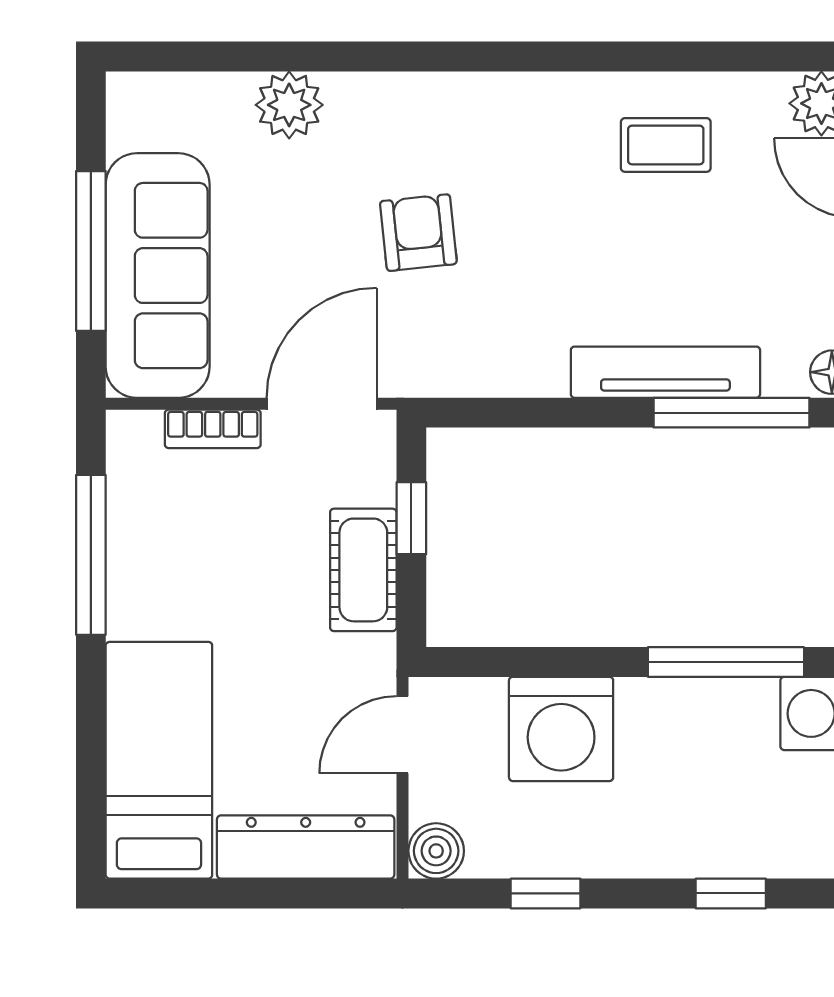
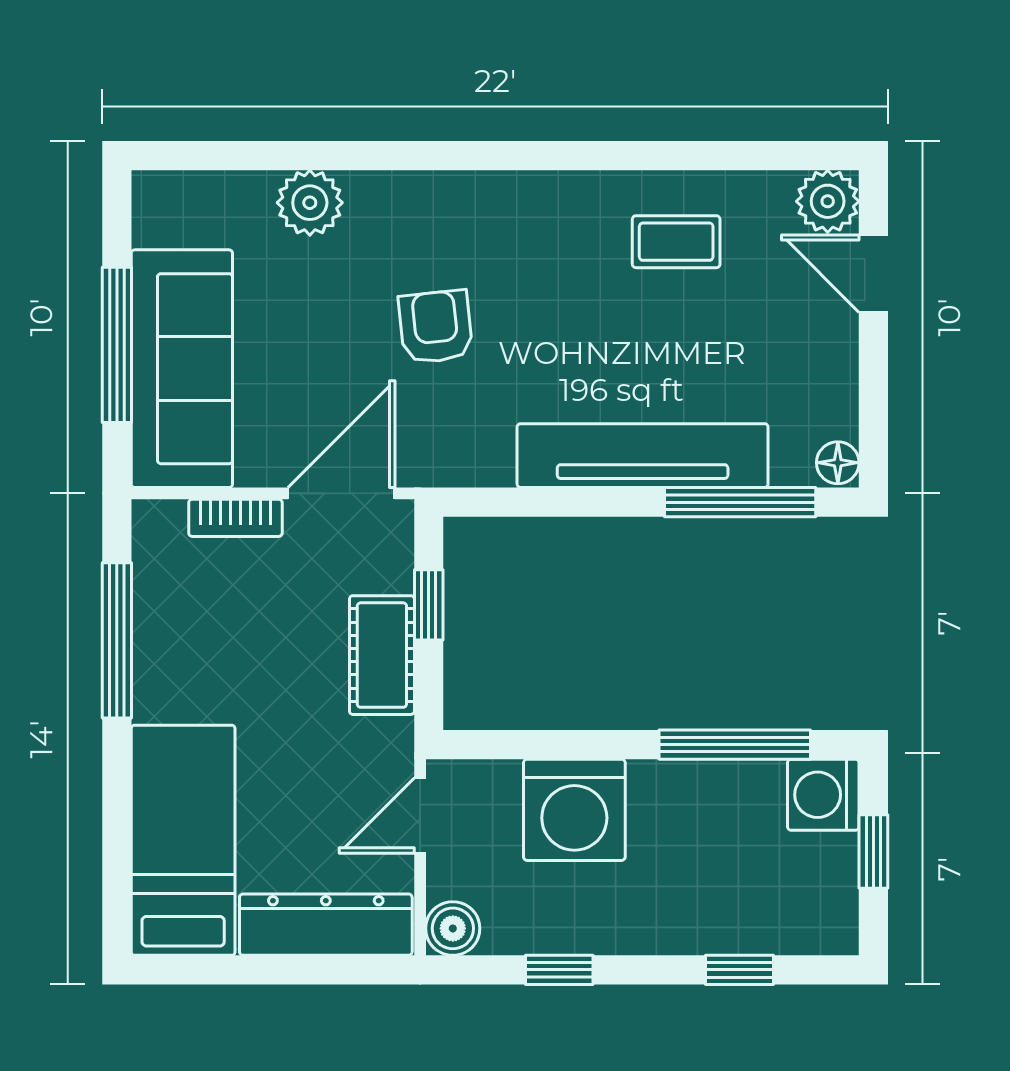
tv unit: (665, 372) -> (643, 456), width x1.36, depth x1.29

